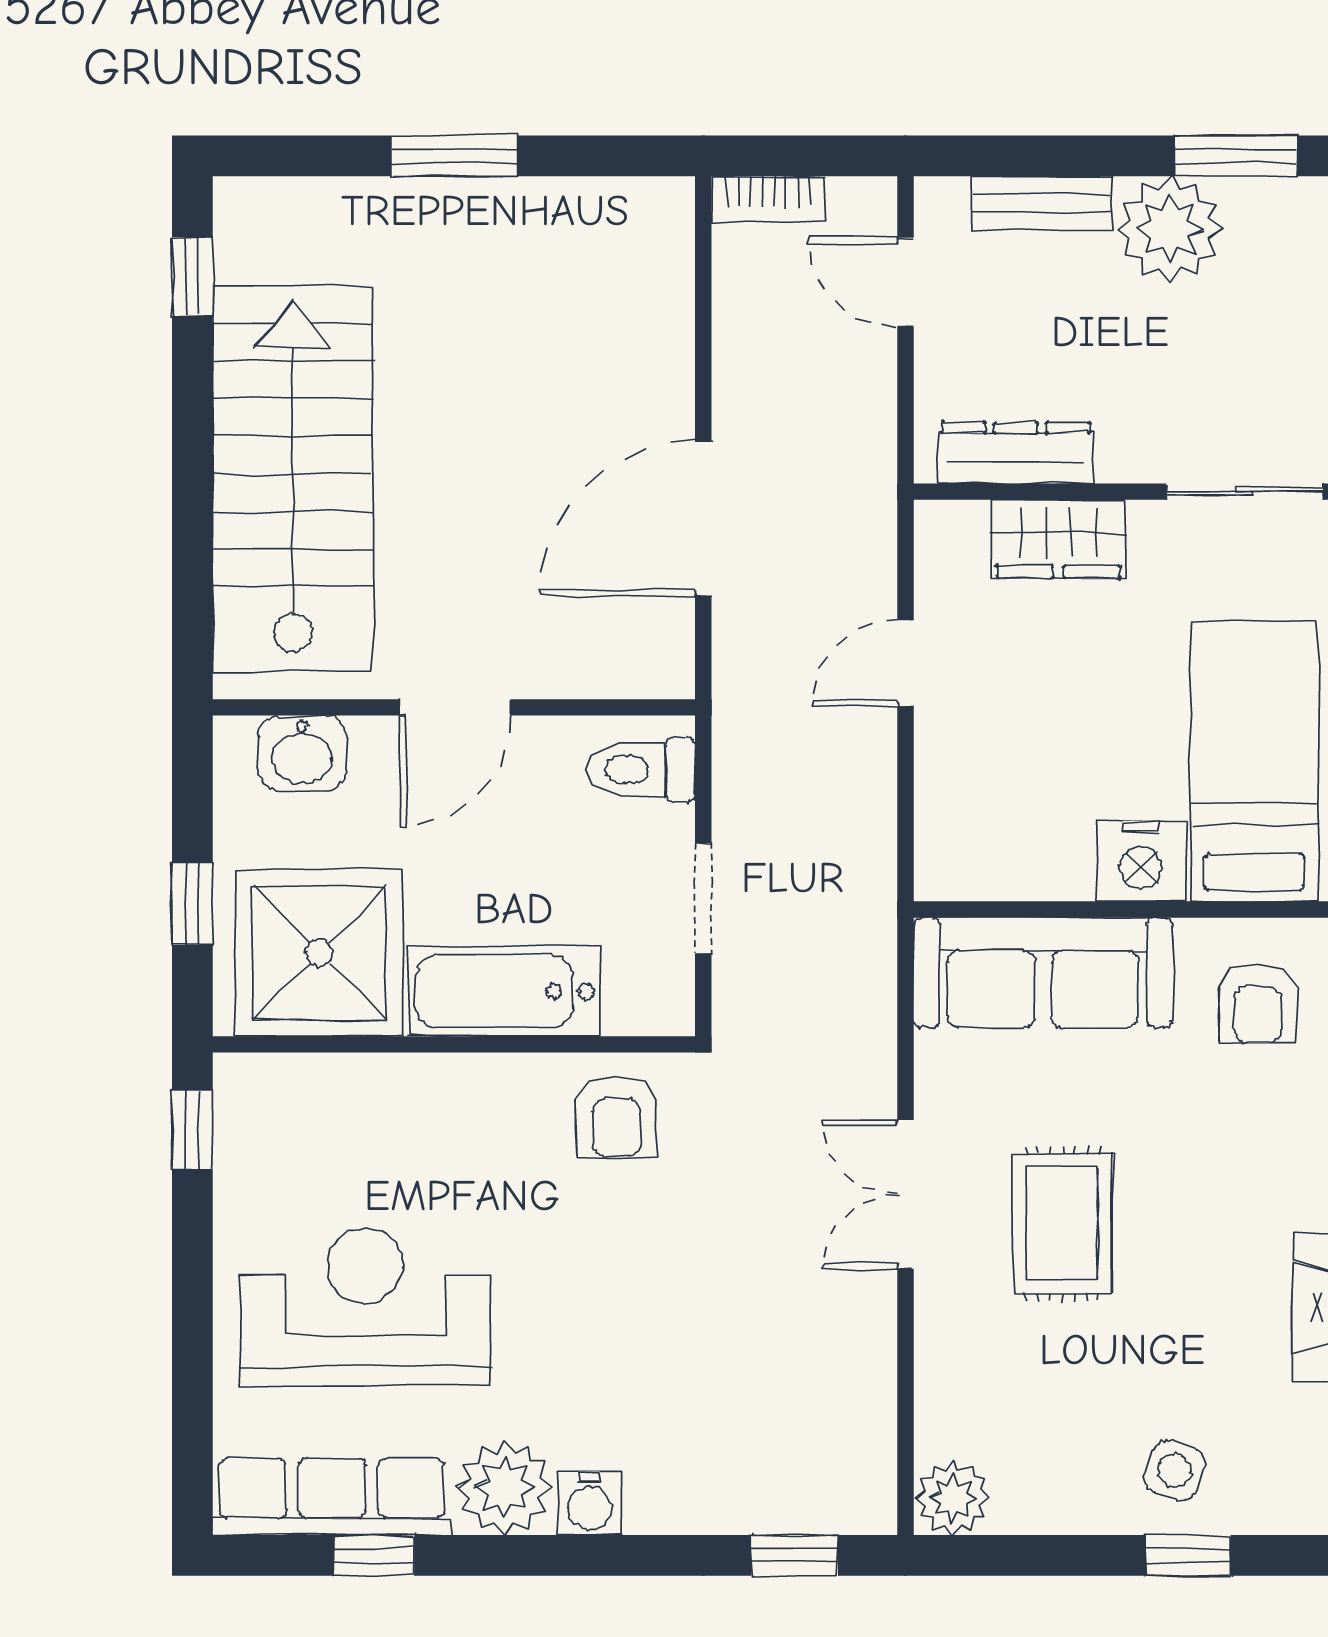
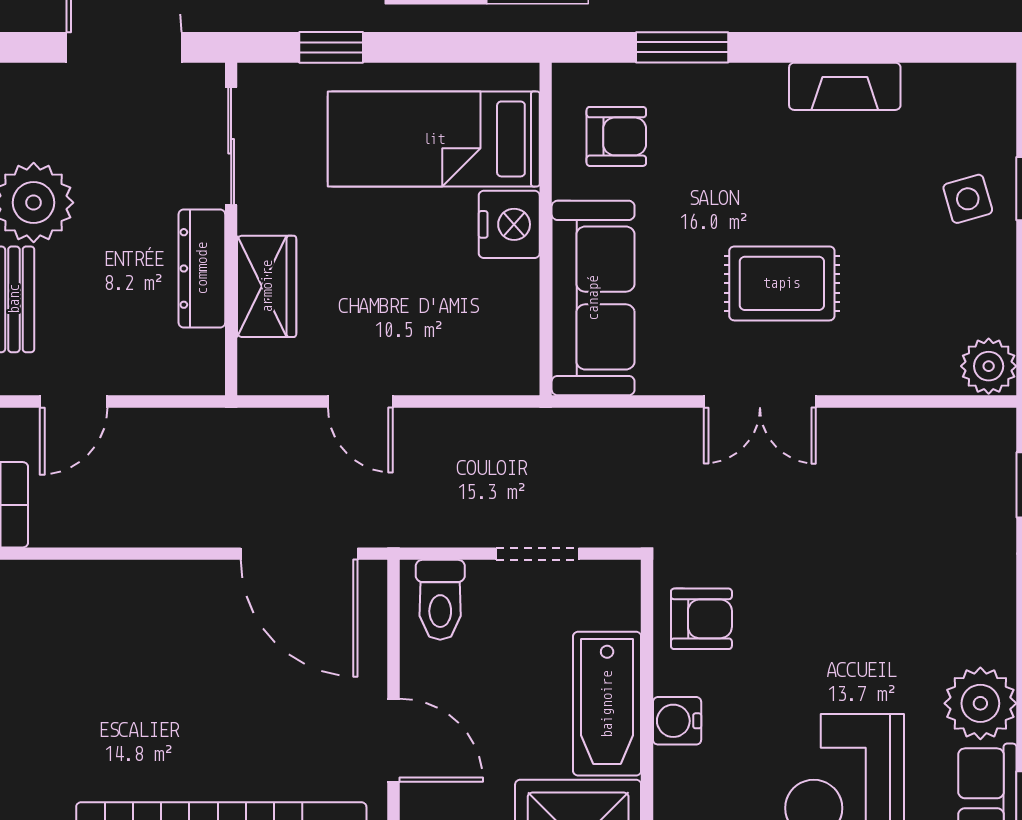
dresser: (1016, 453) -> (202, 268), moved
door: (703, 518) -> (299, 554), moved
side table: (1175, 1471) -> (968, 199), turned -36
water cooler: (589, 1503) -> (677, 721), moved, turned 180

